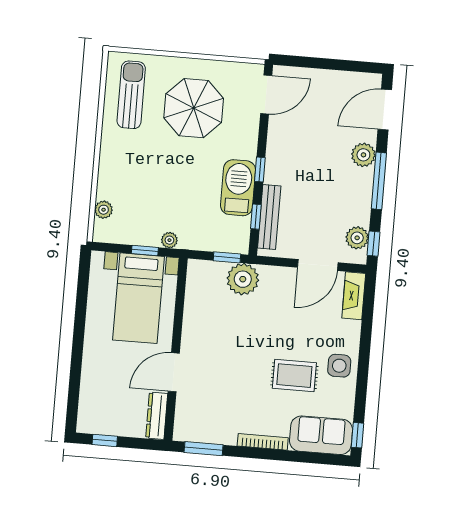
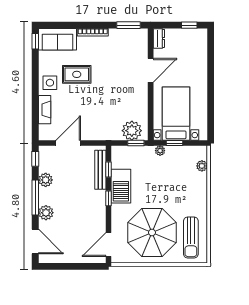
parasol: (194, 108) -> (152, 233), width x1.36, depth x1.36
door: (385, 110) -> (35, 241), hinge flipped
plant: (357, 238) -> (46, 180), moved
window: (227, 257) -> (136, 143), moved
plant: (243, 279) -> (132, 131), moved
fireplace: (354, 296) -> (45, 110), moved
dresser: (157, 416) -> (159, 38), width x0.70

